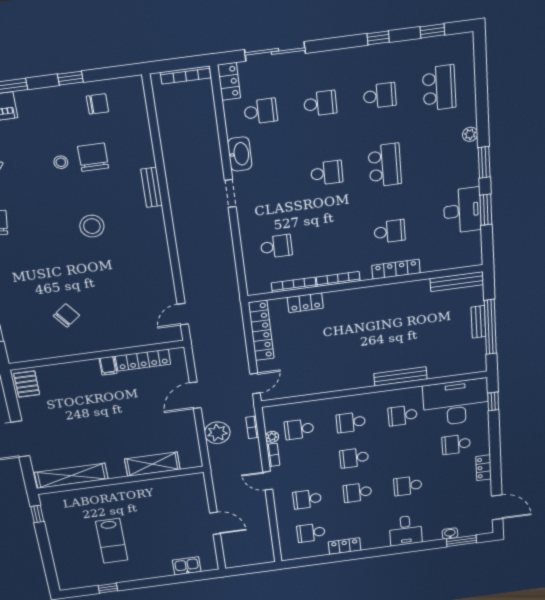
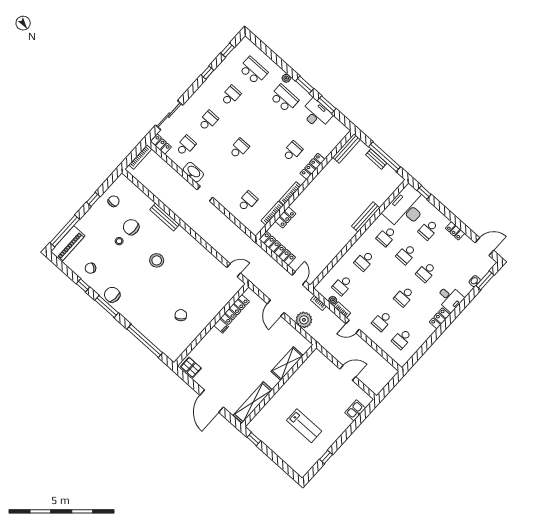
school desk: (385, 165) -> (284, 98), moved
bench: (152, 187) -> (165, 217), width x1.36
door: (183, 314) -> (234, 270), swing flipped
school desk: (354, 458) -> (406, 254), moved
locker: (345, 546) -> (440, 318), moved

